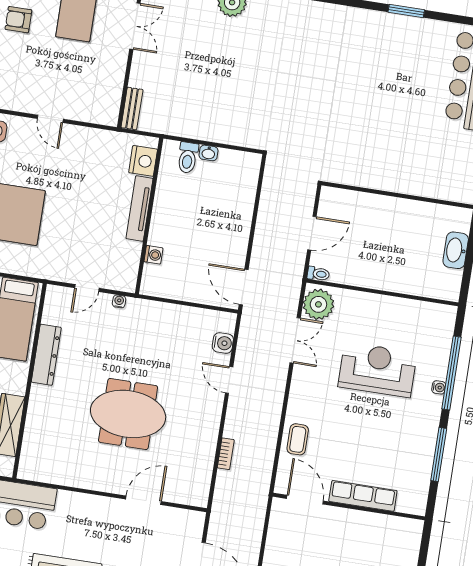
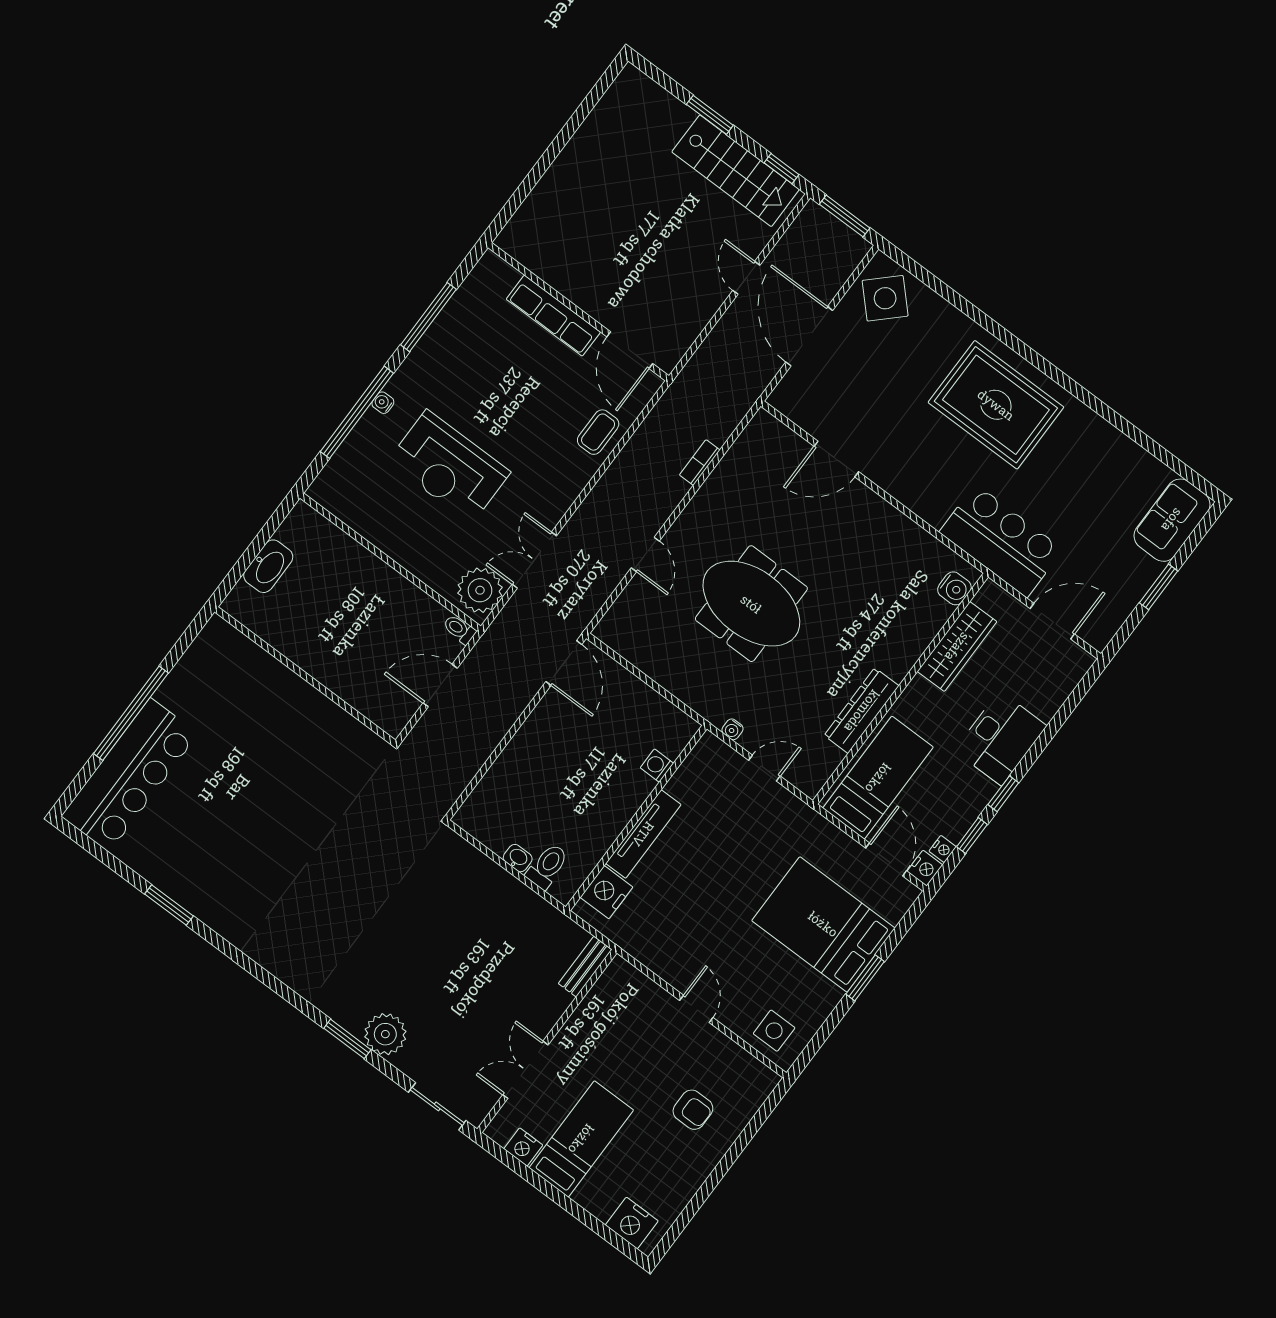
armchair: (18, 20) -> (693, 1110), moved
water cooler: (223, 343) -> (954, 588), moved, turned 180
meeting table: (128, 414) -> (751, 604), moved

